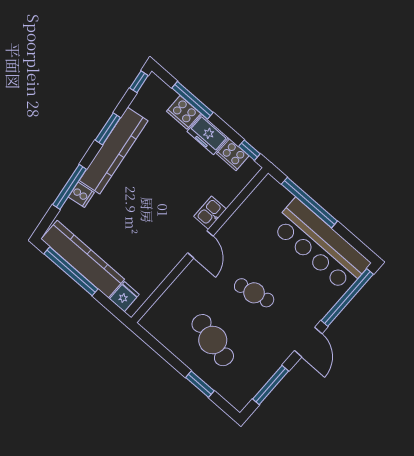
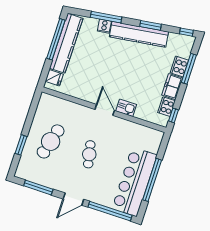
window: (309, 203) -> (152, 180), moved
door: (200, 244) -> (105, 110), swing flipped

